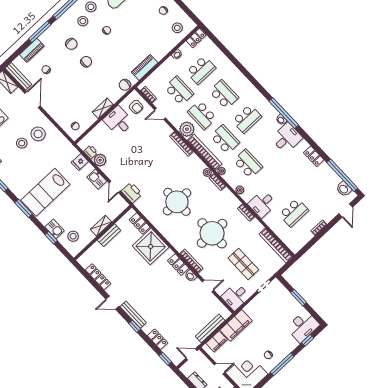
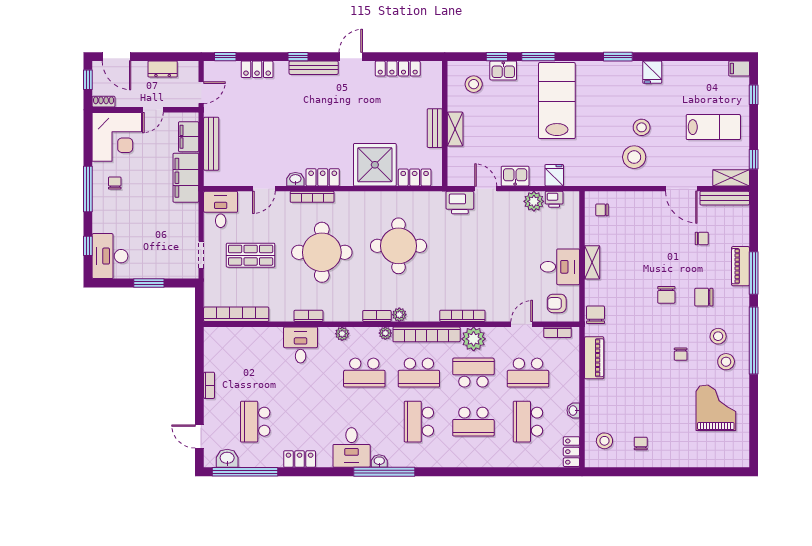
piano: (32, 50) -> (741, 266), moved
window: (24, 208) -> (538, 57), moved
school desk: (294, 212) -> (255, 422), moved

